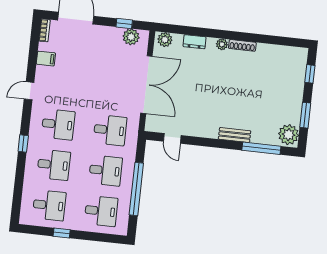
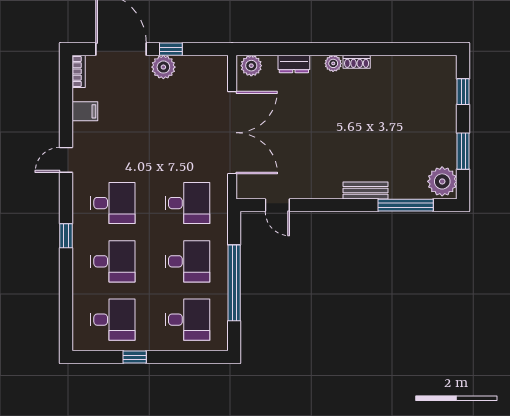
window: (124, 23) -> (171, 49), moved
plant: (131, 37) -> (163, 67), moved
shoe rack: (242, 45) -> (357, 62), width x0.70

